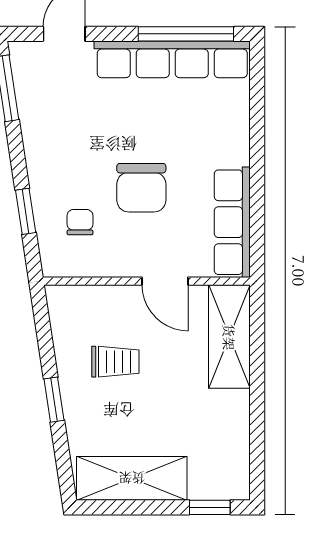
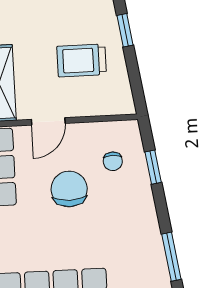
door: (165, 281) -> (48, 121), swing flipped
trolley: (115, 362) -> (81, 60), width x1.36, depth x1.39

